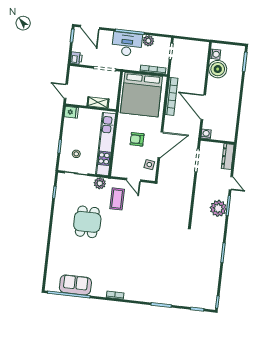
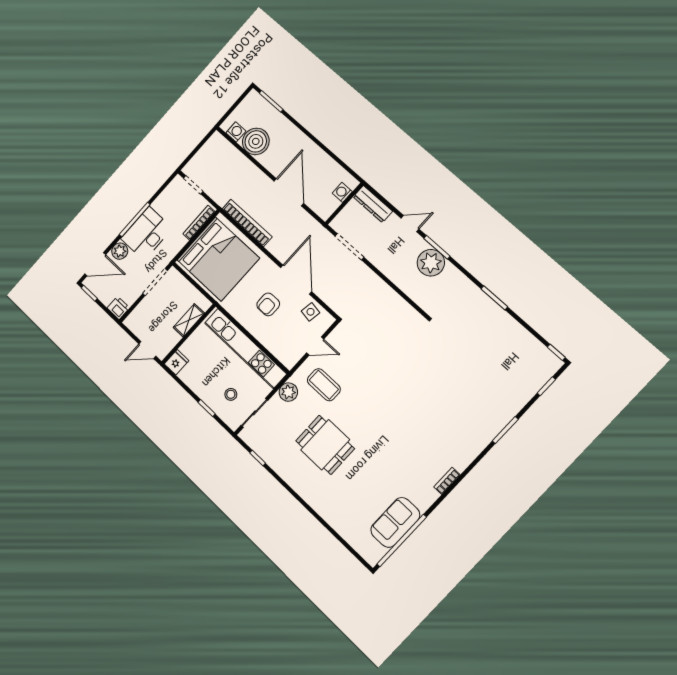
plant: (148, 41) -> (120, 251), moved
door: (203, 107) -> (289, 192), swing flipped
washing machine: (206, 134) -> (342, 192), moved

